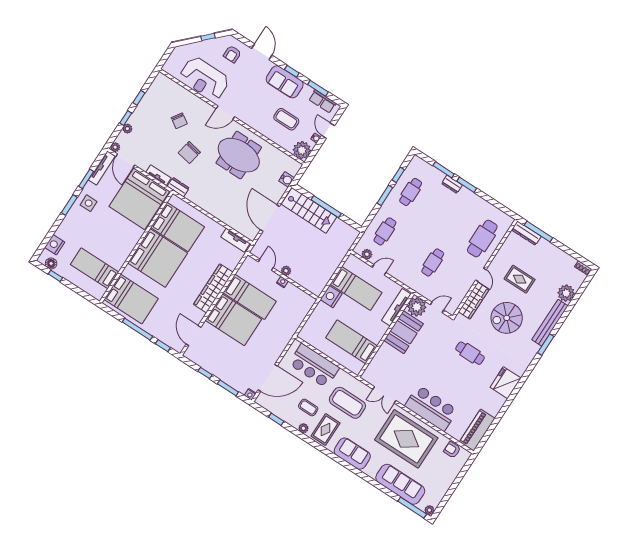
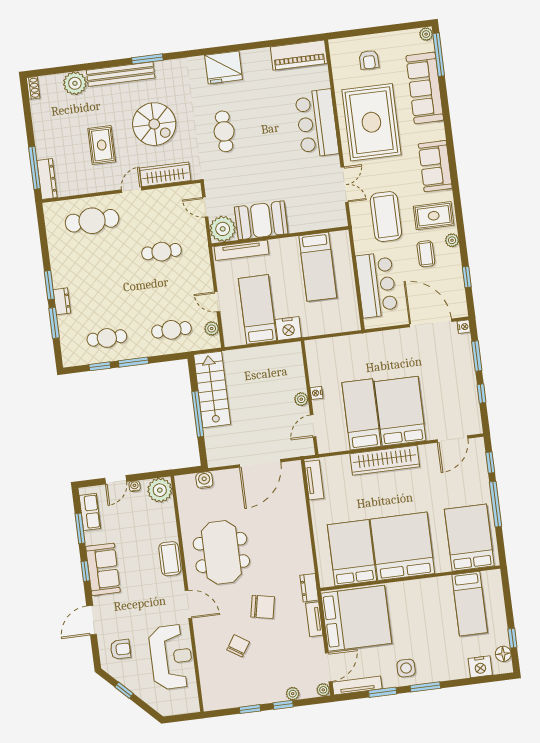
coffee table: (286, 119) -> (170, 559), moved
stairs: (309, 210) -> (212, 389), moved
armchair: (452, 450) -> (369, 60), moved

